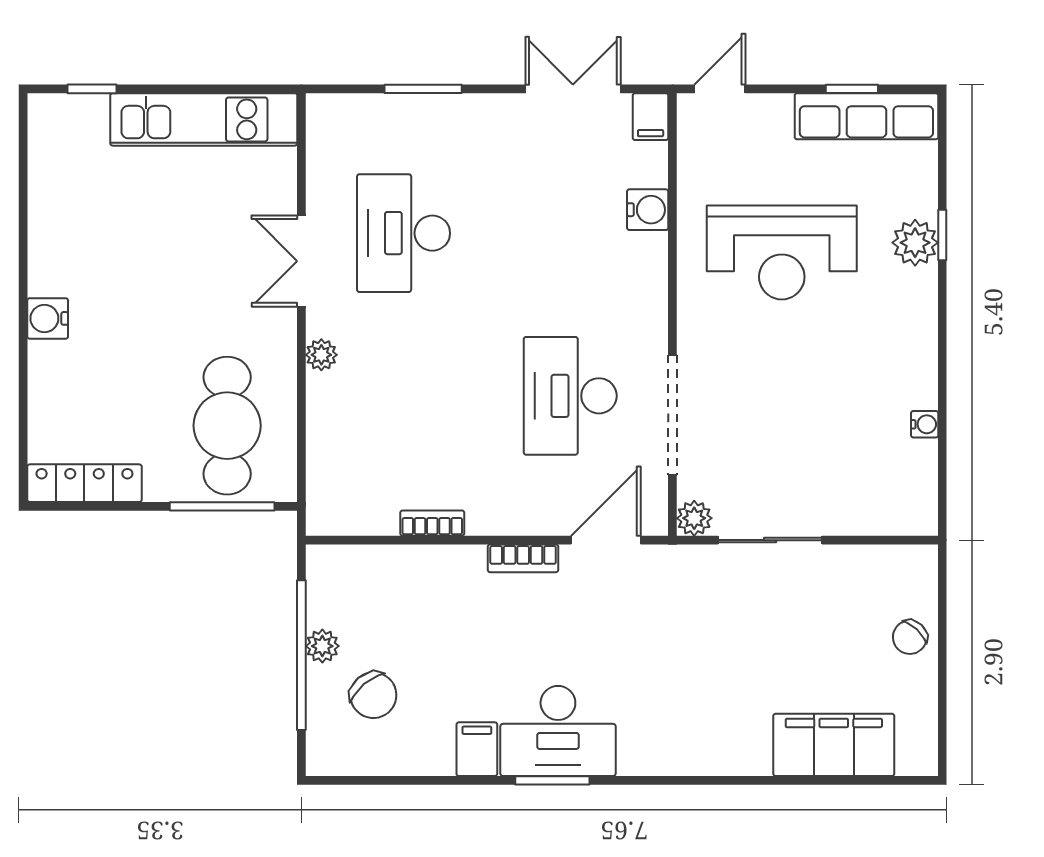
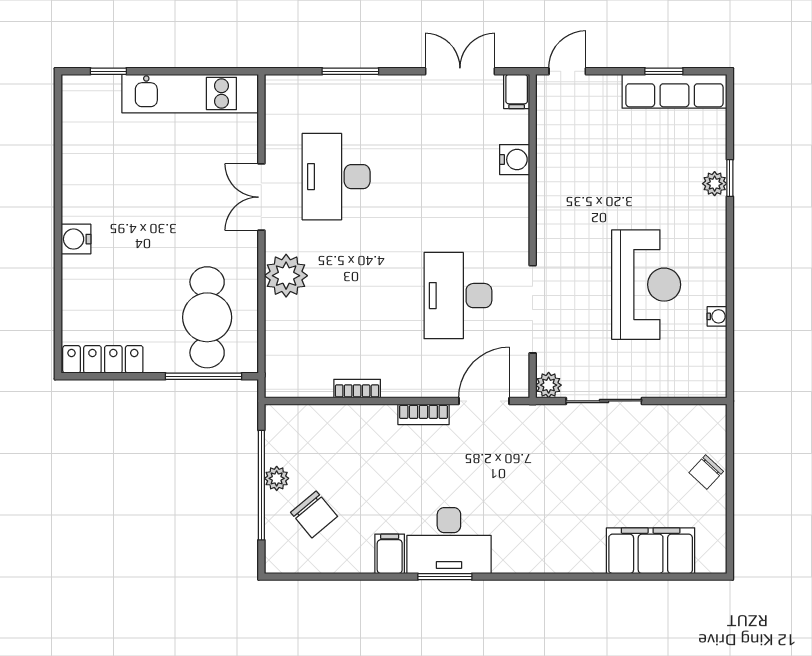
plant: (915, 243) -> (715, 184), width x0.73, depth x0.73
reception desk: (782, 252) -> (646, 285), moved, turned -90
plant: (321, 355) -> (286, 276), width x1.88, depth x1.88

